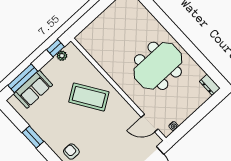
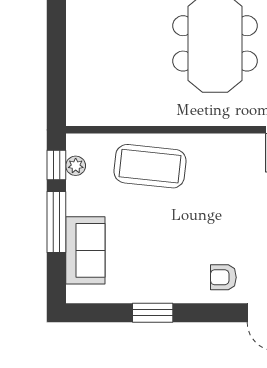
window: (23, 78) -> (56, 222), moved
coffee table: (89, 97) -> (150, 166), moved, turned 39

